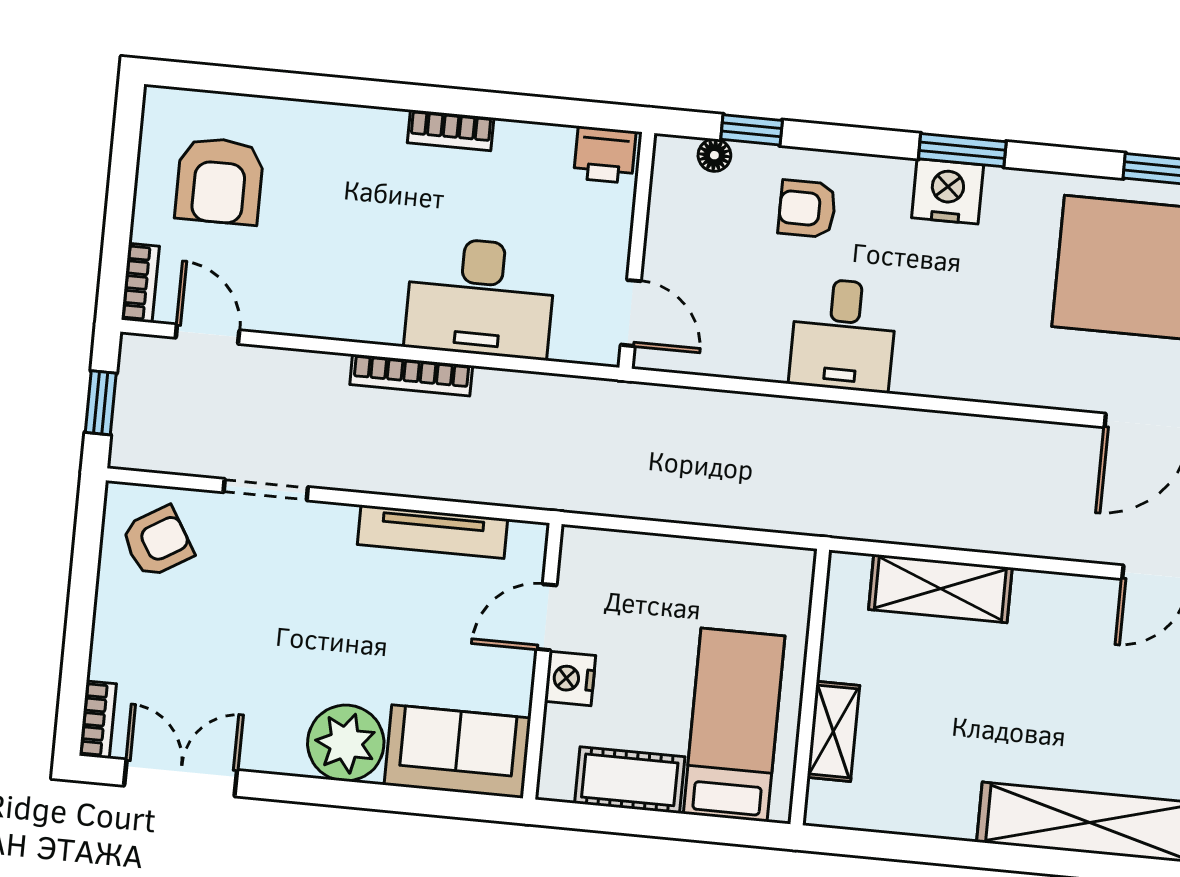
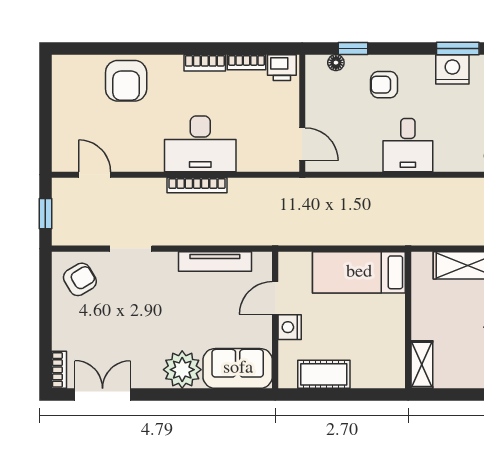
armchair: (219, 181) -> (126, 81), moved
bookcase: (140, 283) -> (247, 62), moved, turned 90
desk: (480, 298) -> (200, 144), moved
bed: (734, 725) -> (359, 272), moved, turned -90
shelving: (833, 731) -> (422, 364), moved

